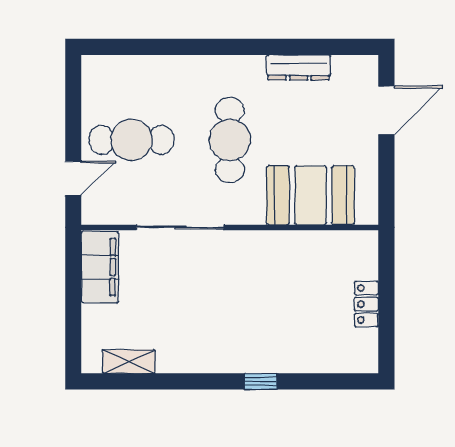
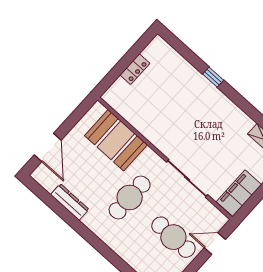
door: (386, 110) -> (48, 148), swing flipped

